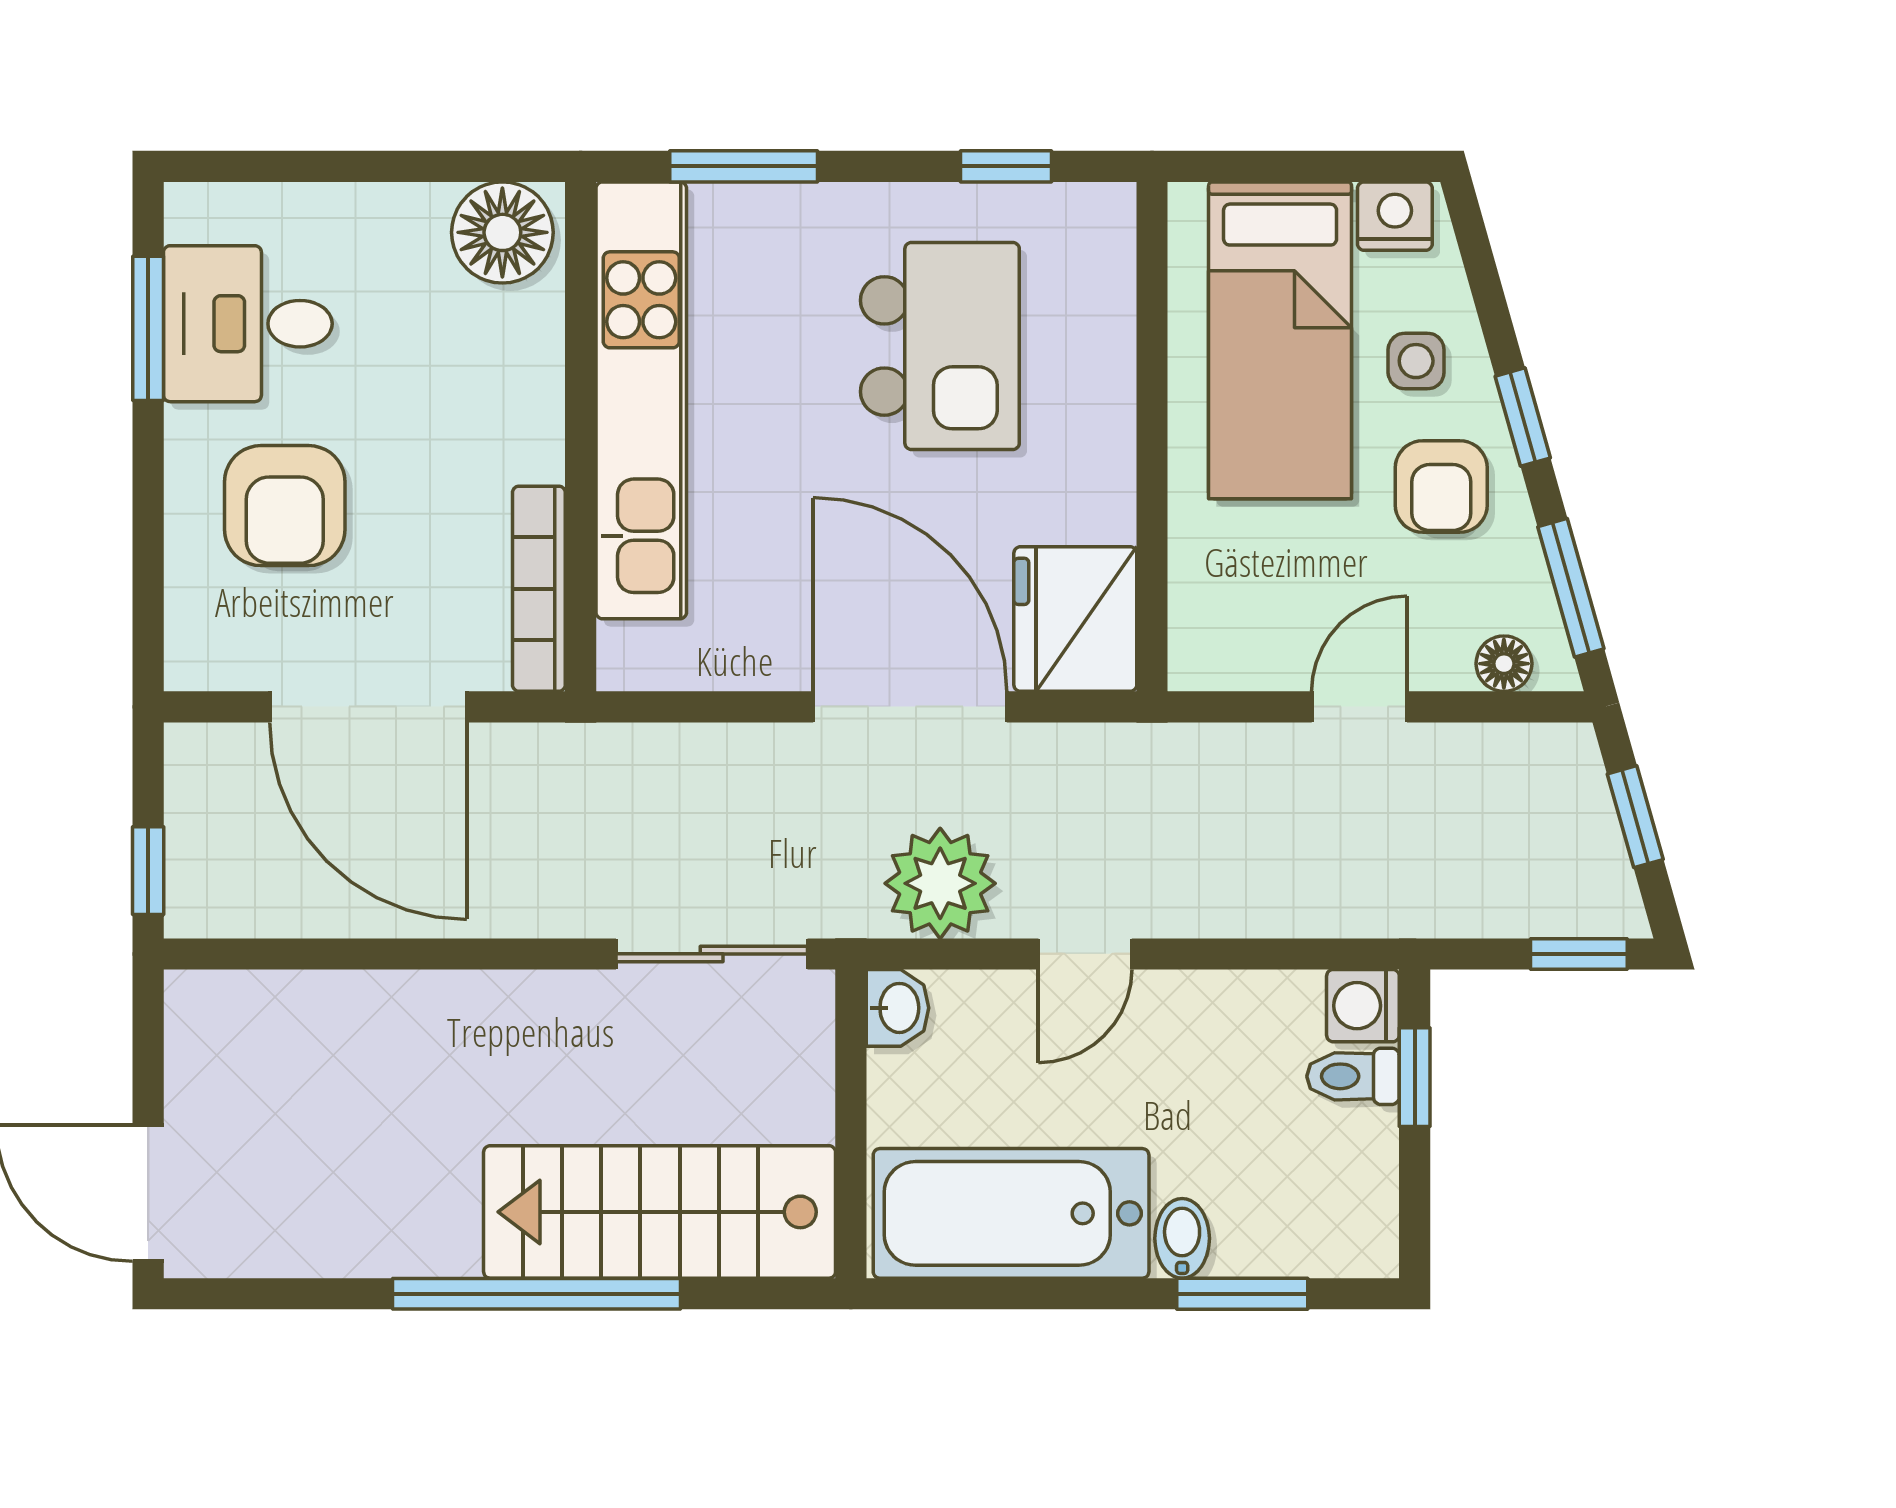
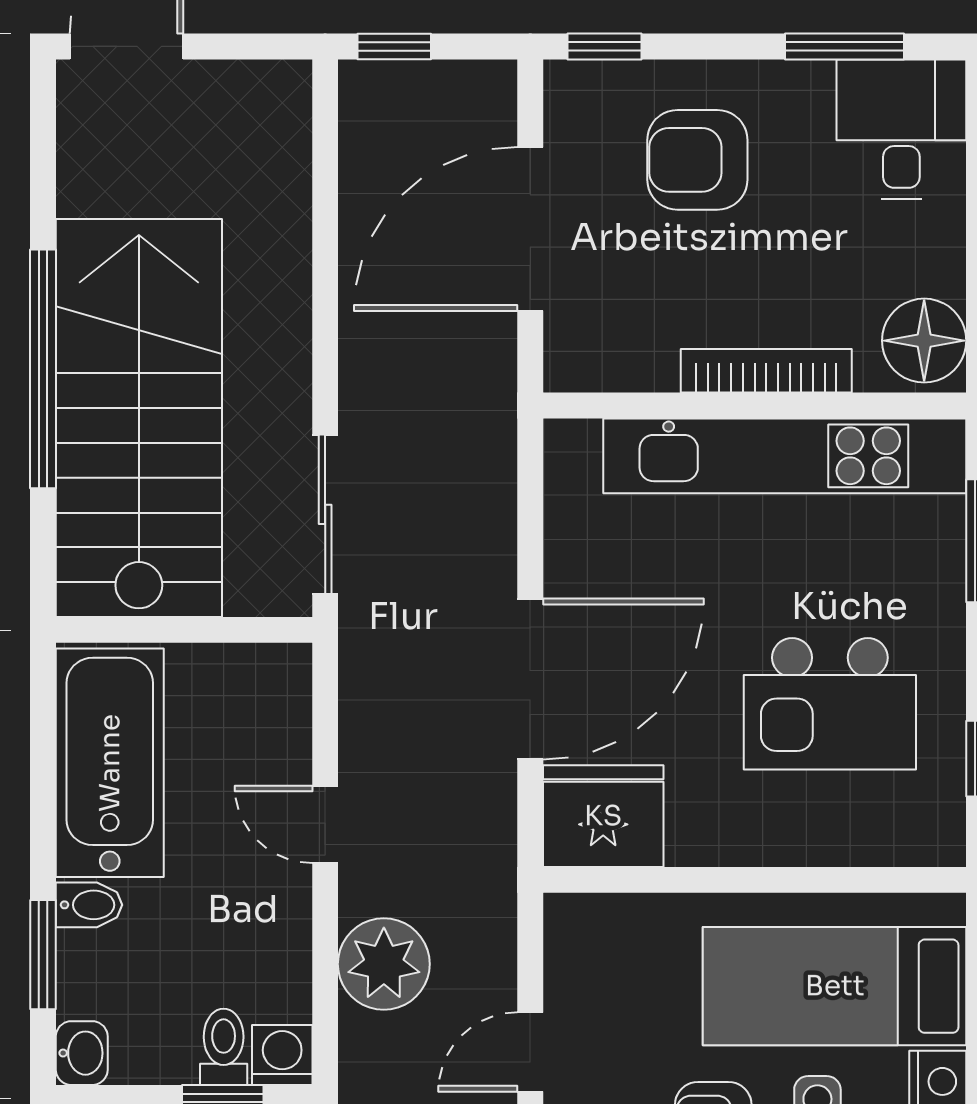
desk: (248, 324) -> (901, 129), moved
bookcase: (539, 589) -> (766, 371), moved
window: (148, 617) -> (604, 46), added
door: (1359, 707) -> (530, 1052), swing flipped
plant: (940, 883) -> (384, 964), moved
washbasin: (897, 1008) -> (82, 1053), moved, turned -90
stairs: (660, 1212) -> (139, 418), width x1.36, depth x1.51

